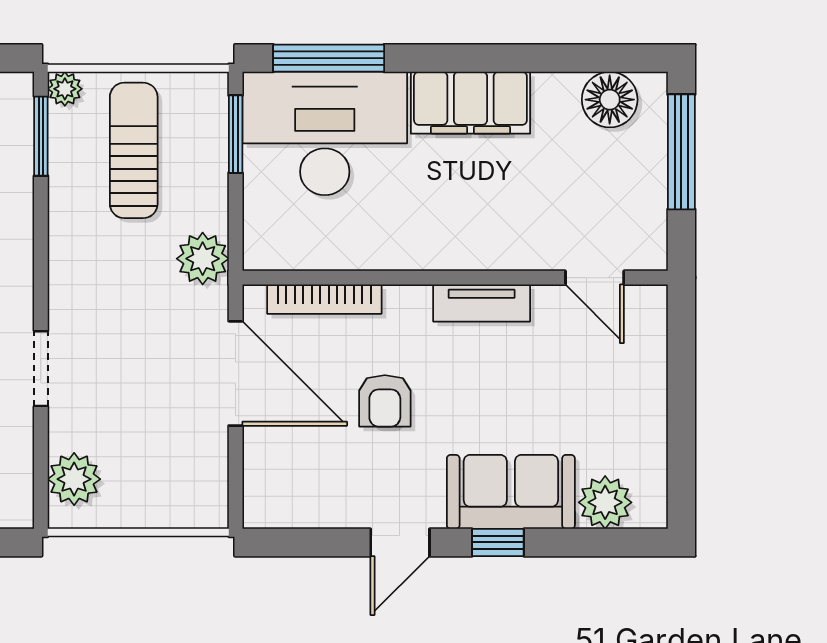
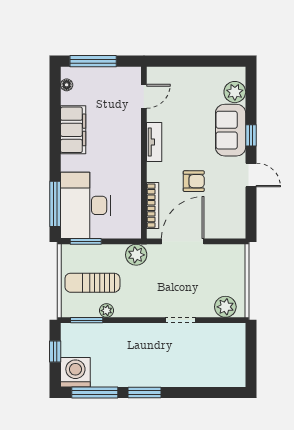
plant: (65, 89) -> (107, 311), moved
floor lamp: (610, 100) -> (67, 85), width x0.53, depth x0.53
filing cabinet: (470, 103) -> (73, 130), moved

